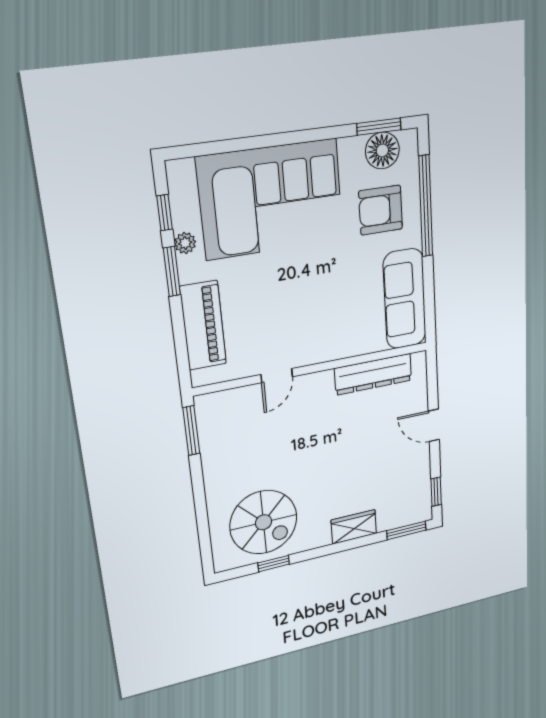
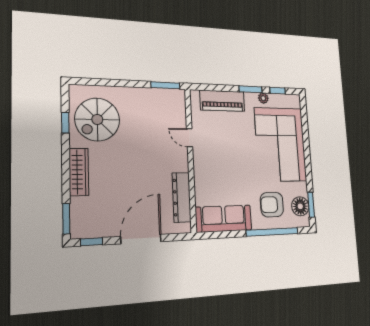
armchair: (381, 210) -> (272, 205), turned -90
door: (434, 425) -> (141, 239), width x1.88
wardrobe: (354, 527) -> (79, 172), width x1.50

